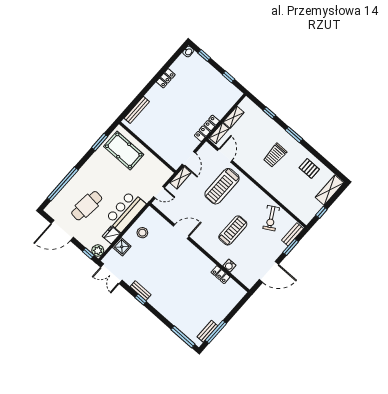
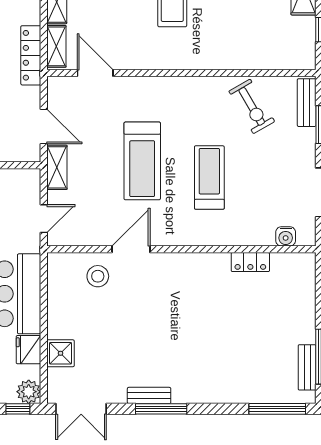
treadmill: (222, 186) -> (142, 161), moved
stool: (142, 233) -> (98, 276), moved
water cooler: (229, 266) -> (286, 236), moved
window: (141, 300) -> (161, 409), width x2.17

